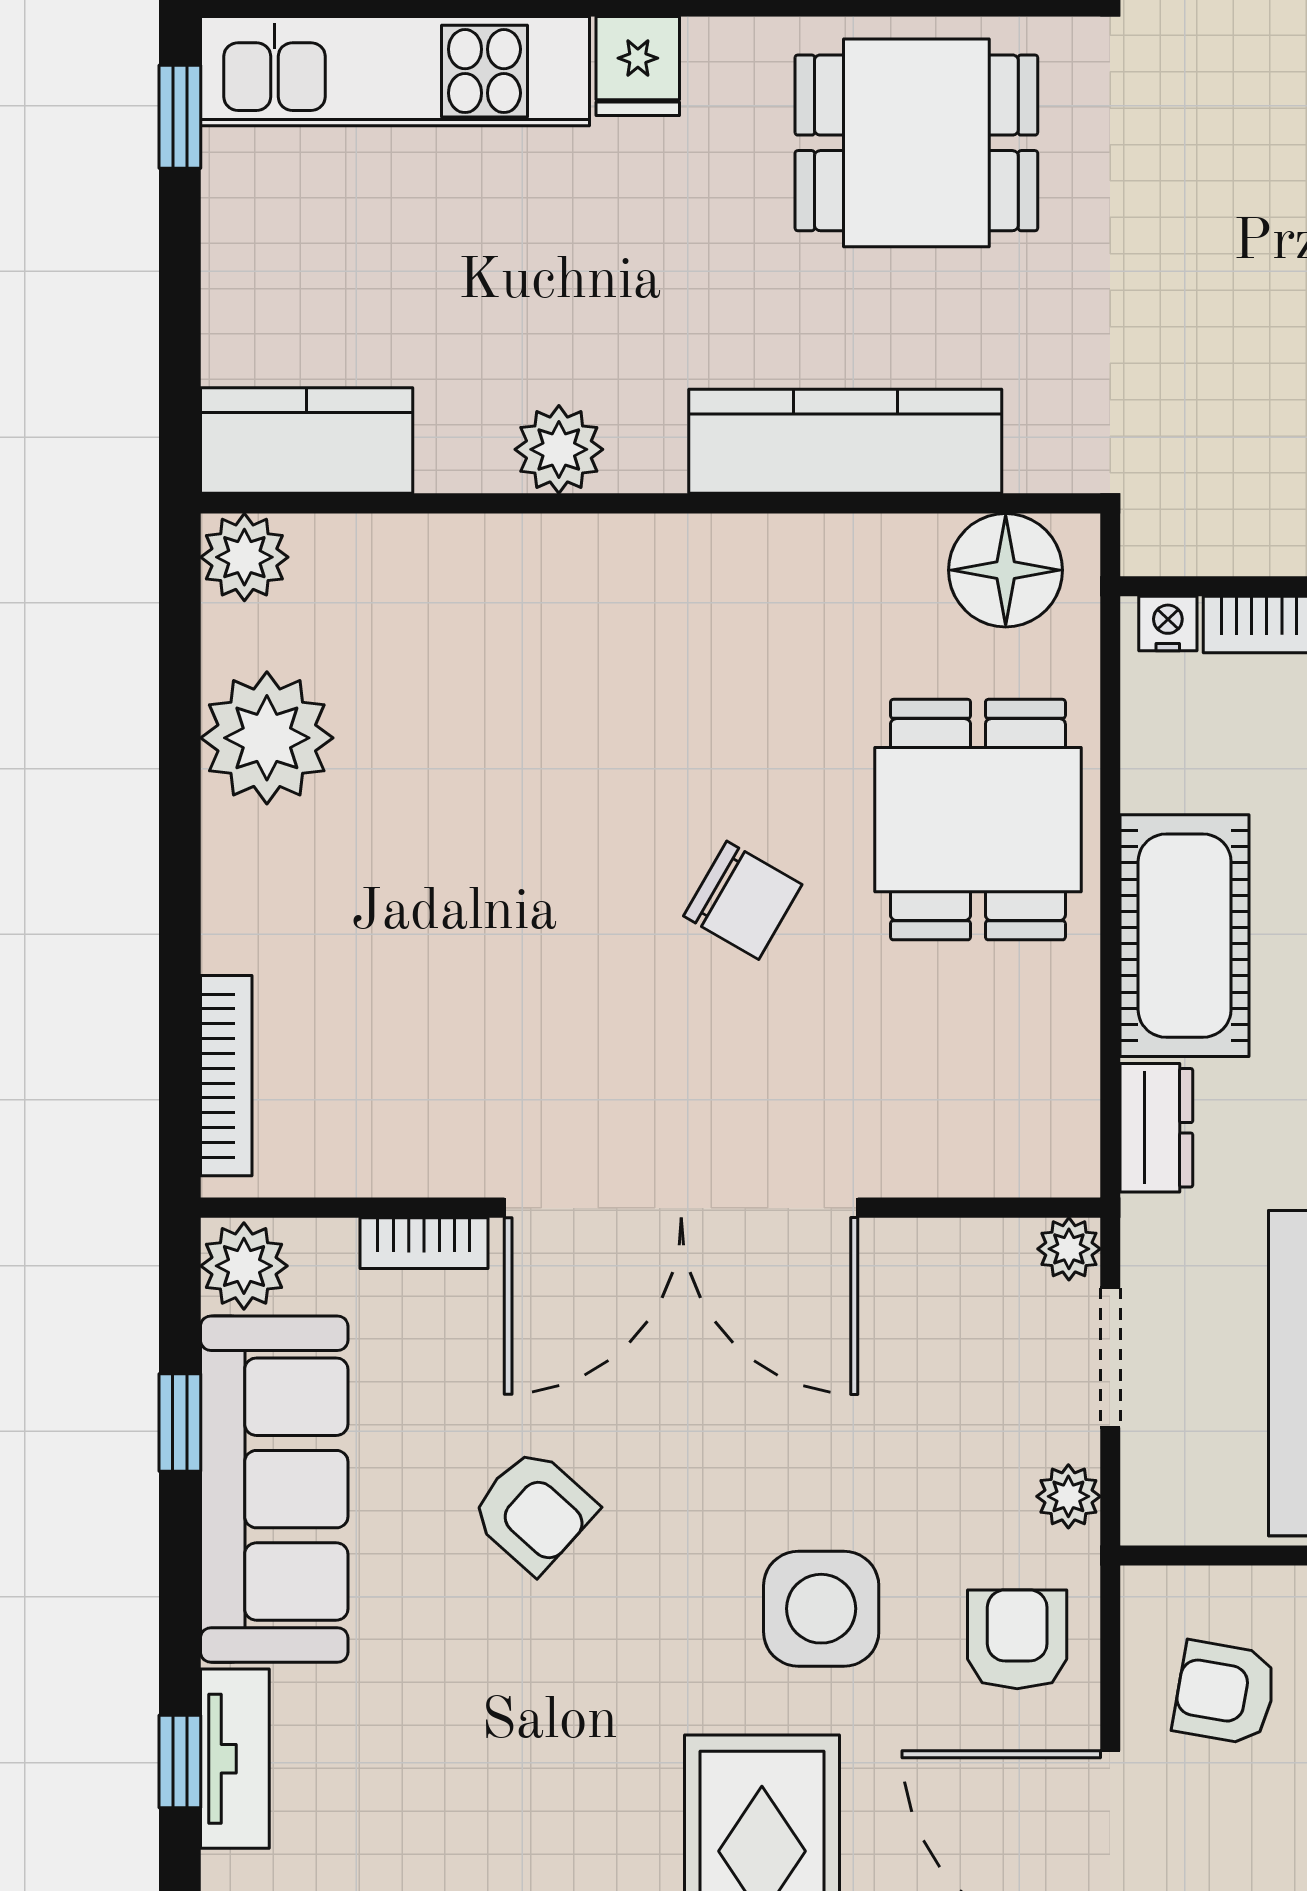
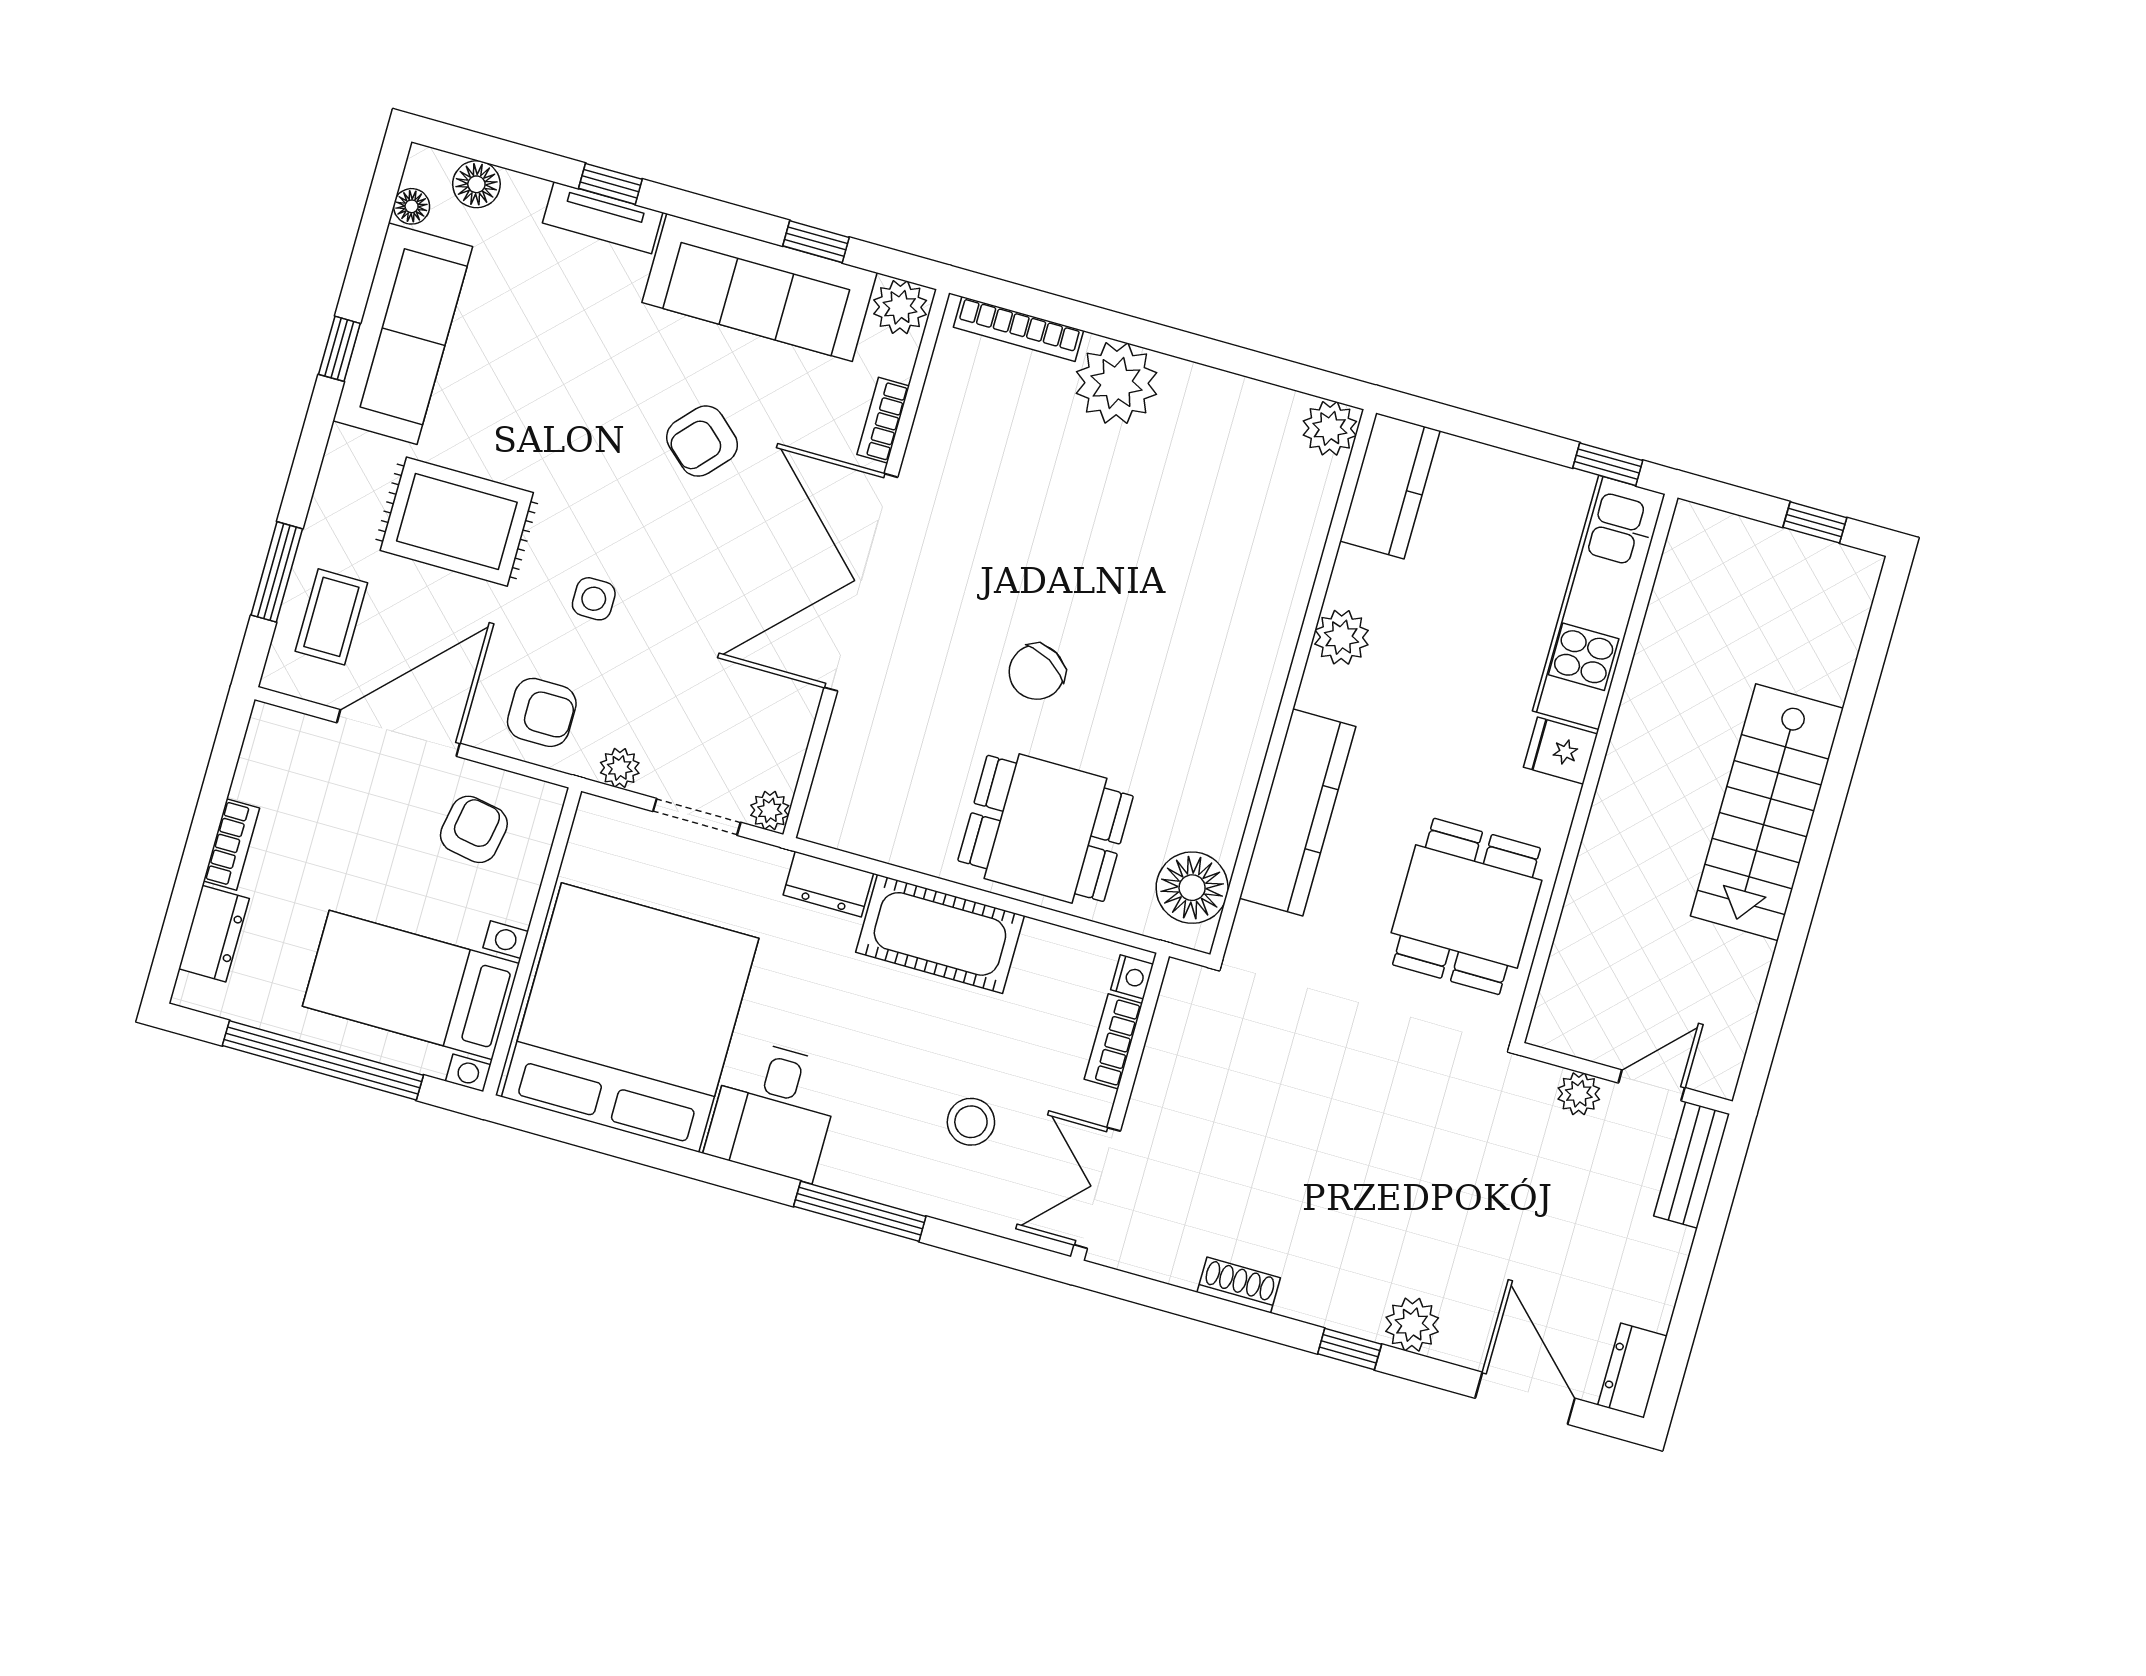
plant: (267, 738) -> (1117, 383), moved
side table: (821, 1609) -> (594, 599), width x0.54, depth x0.54

